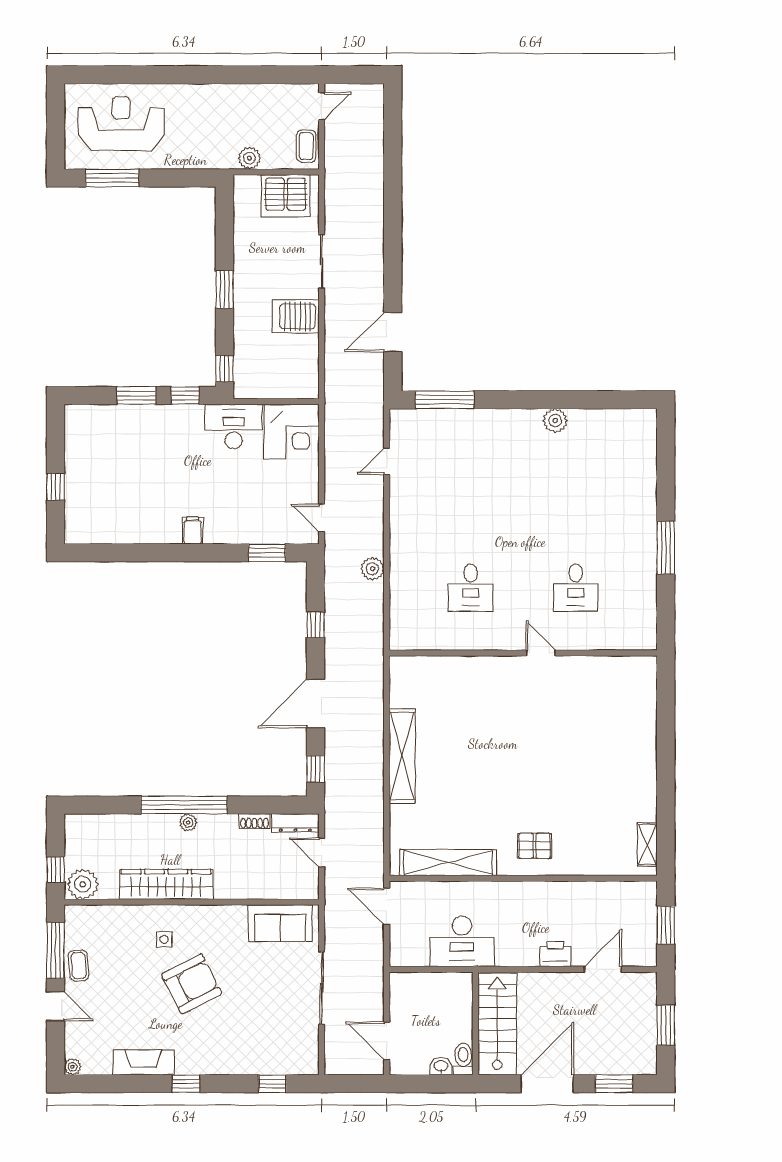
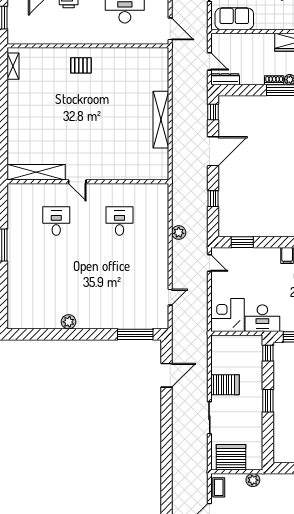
shoe rack: (254, 821) -> (274, 80), moved
shelving: (448, 863) -> (36, 172), moved

